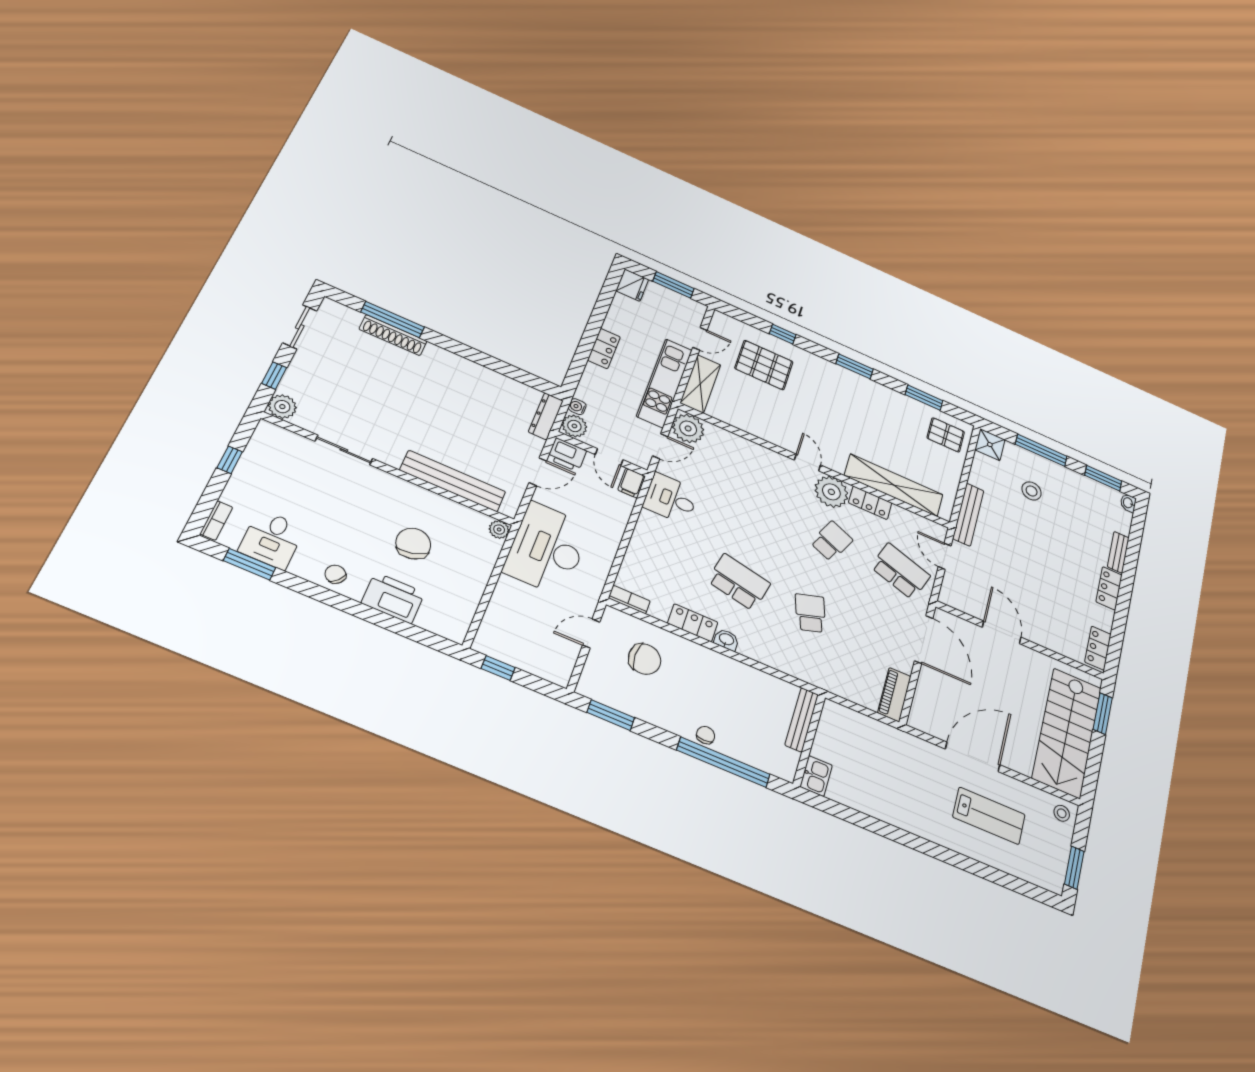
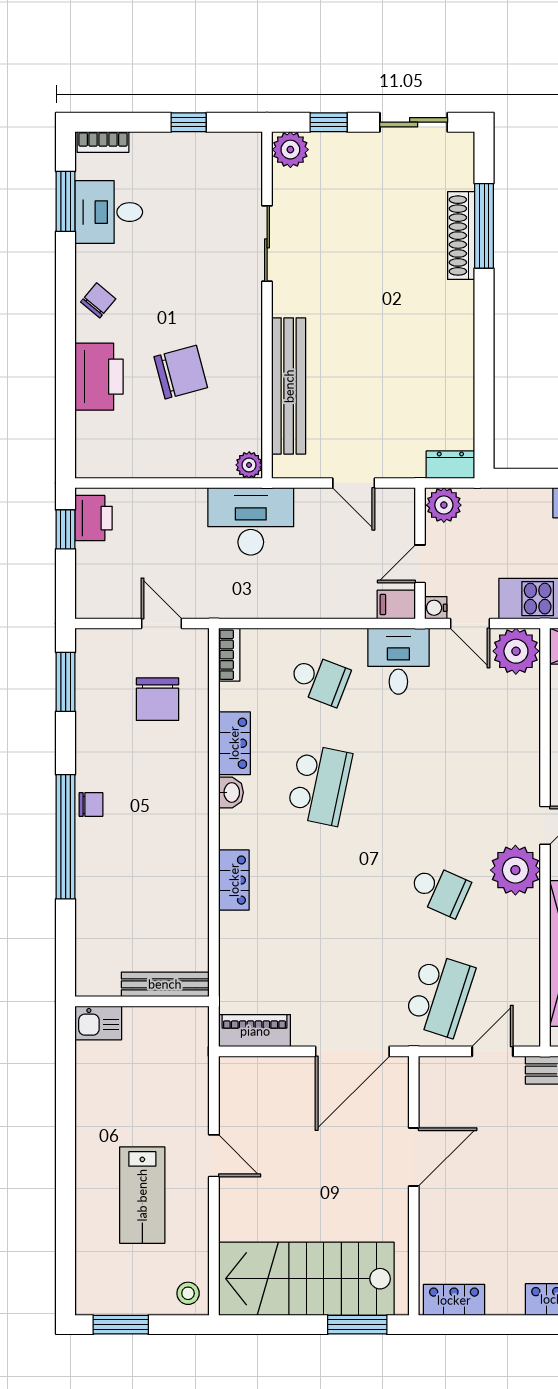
water cooler: (577, 407) -> (436, 608), moved, turned -90
dresser: (546, 416) -> (450, 465), width x0.70
printer: (567, 455) -> (94, 518), moved, turned 180
locker: (870, 503) -> (234, 880), moved, turned 180
desk: (547, 549) -> (251, 521), width x0.73, depth x0.77
school desk: (810, 613) -> (319, 680), moved, turned 39
bench: (802, 720) -> (165, 984), moved
wall: (809, 740) -> (142, 1001), moved
door: (973, 757) -> (214, 1156), width x0.53
kitchen sink: (816, 776) -> (98, 1023), moved

